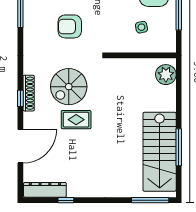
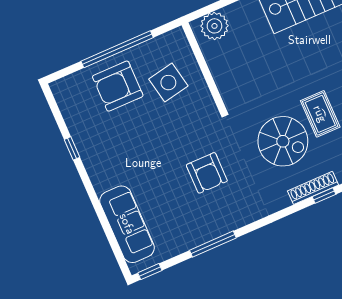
side table: (141, 27) -> (168, 83), width x1.87, depth x1.87

